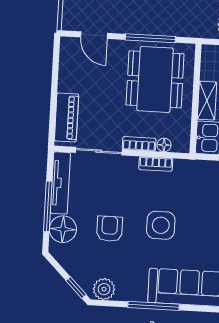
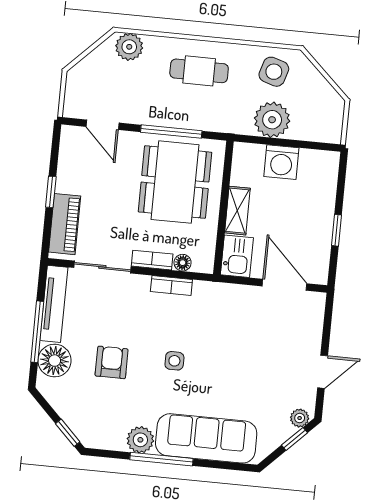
window: (54, 92) -> (51, 192), added
side table: (161, 225) -> (174, 361), width x0.54, depth x0.54
plant: (104, 289) -> (140, 440), moved

